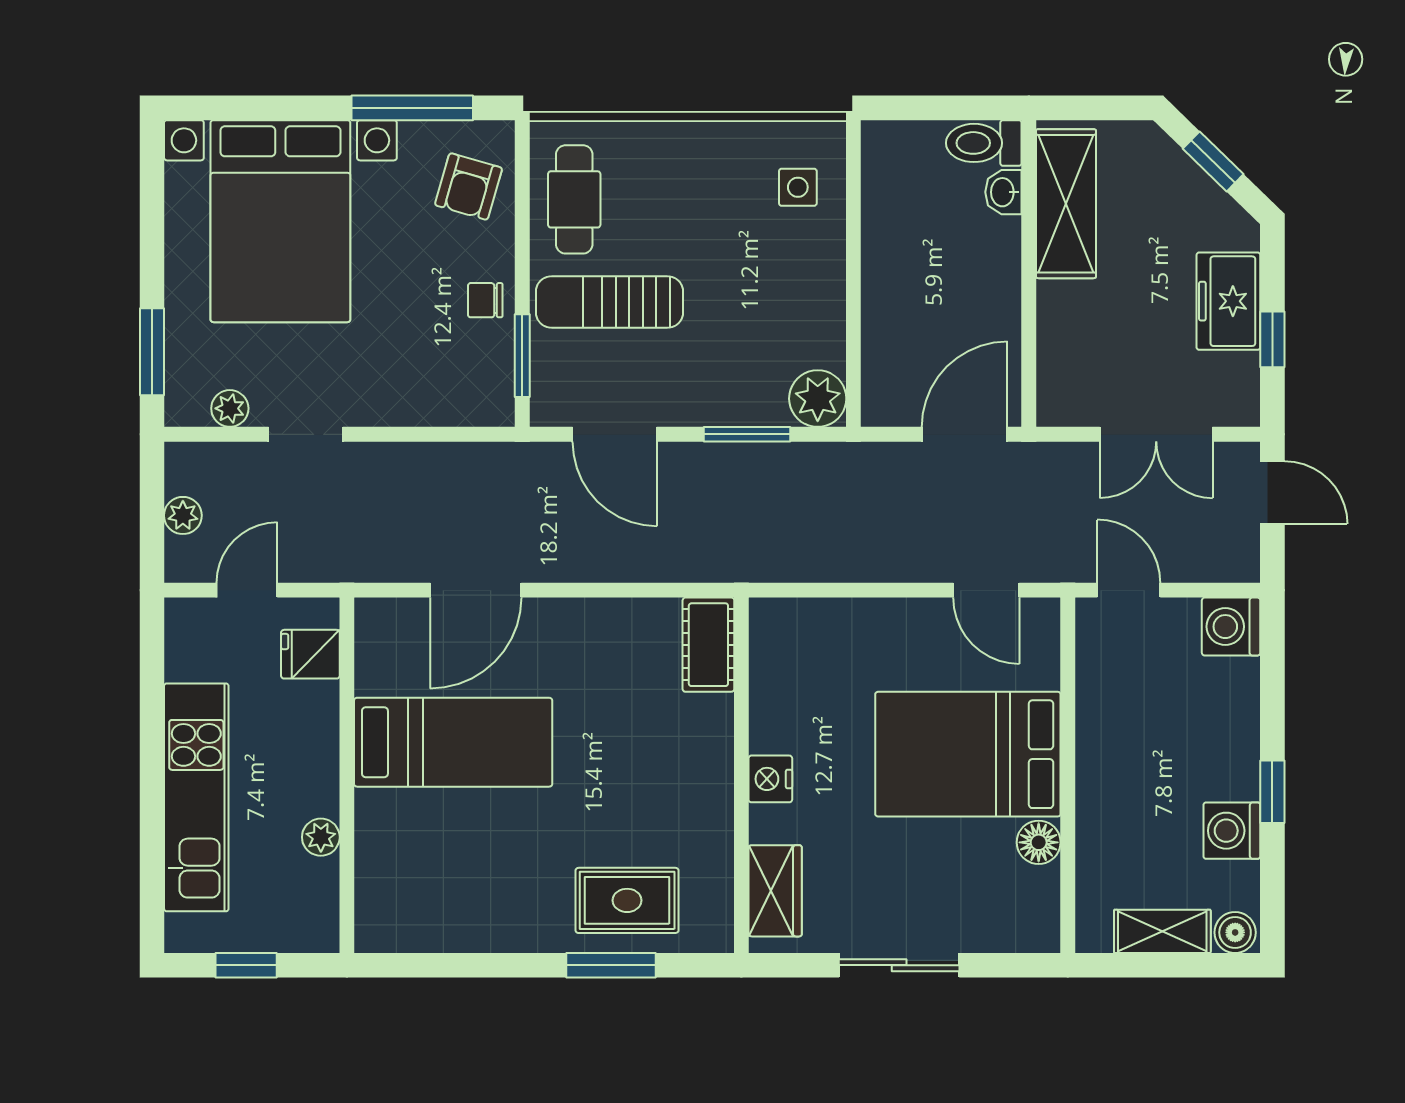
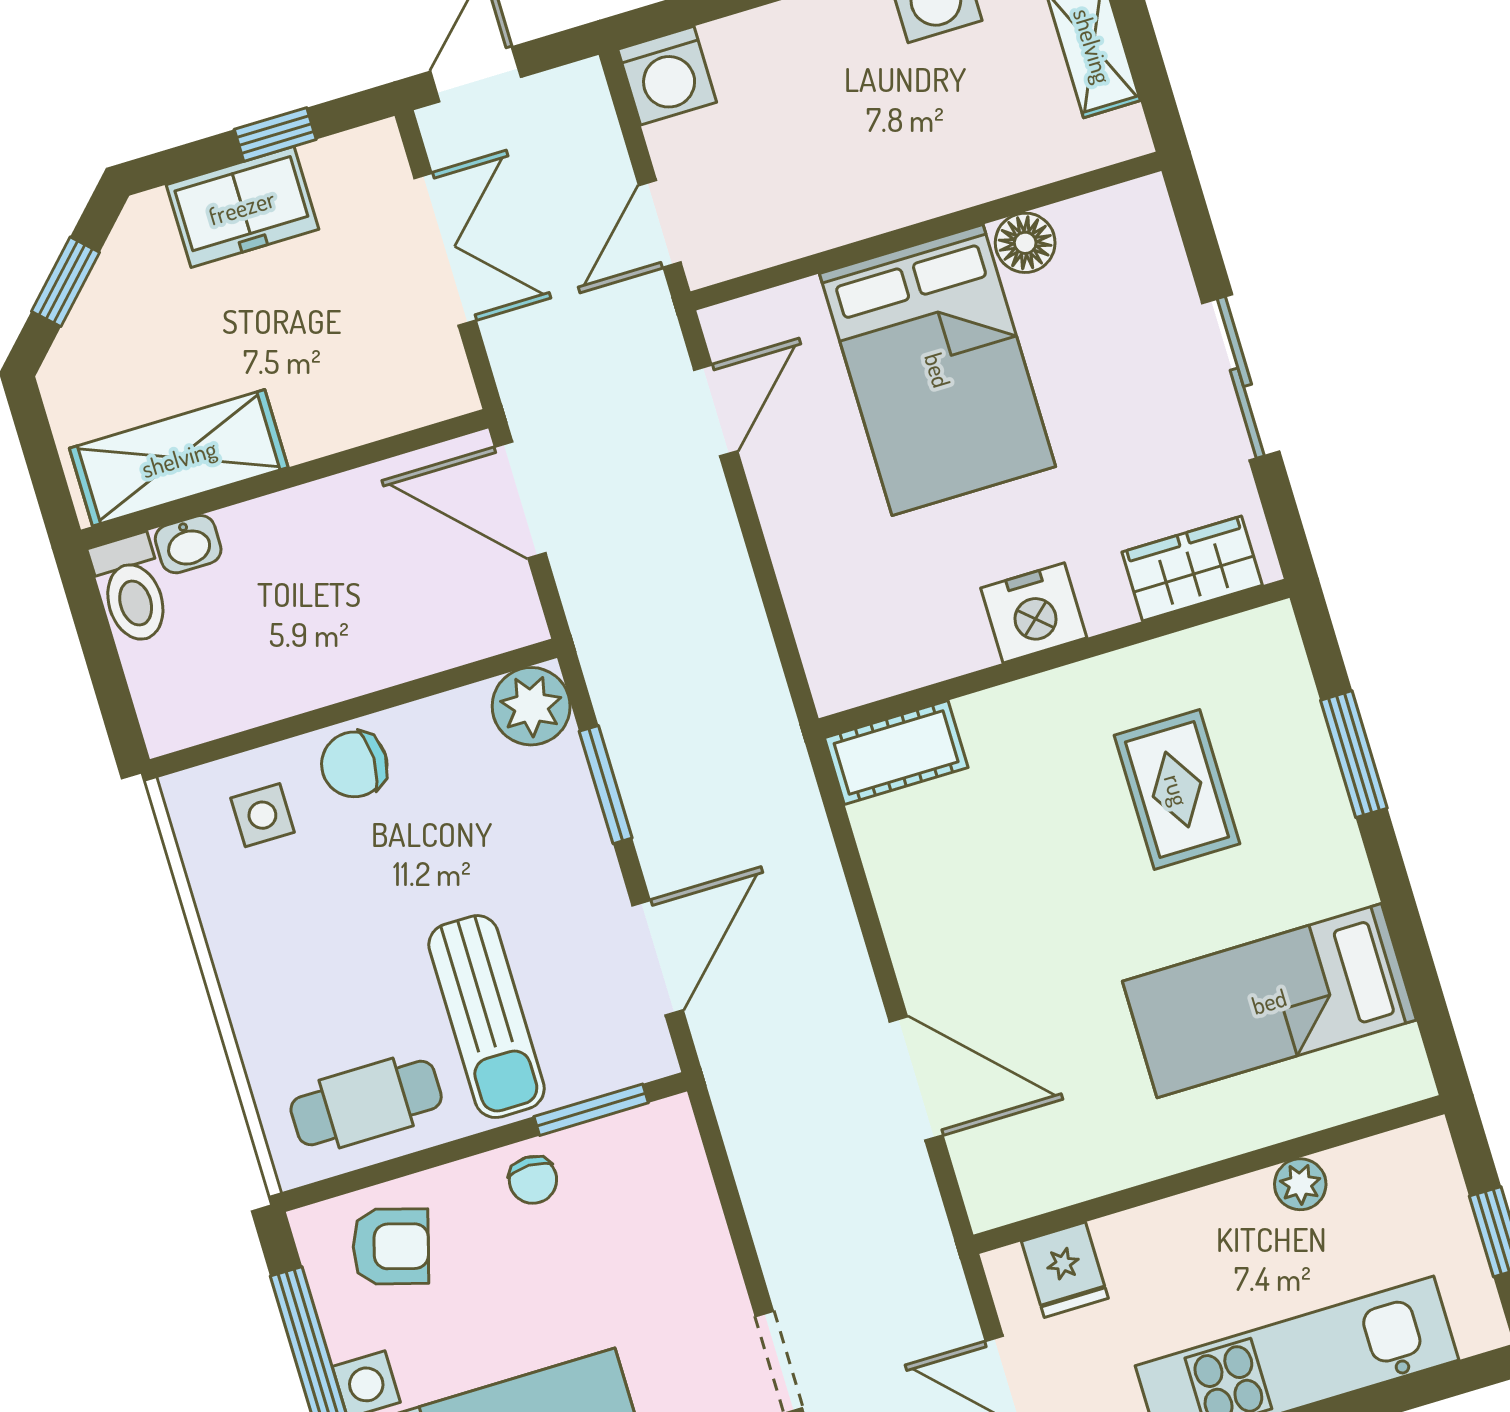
chair: (814, 262) -> (354, 764), added
bed: (453, 742) -> (1269, 1001), moved, turned -90
nightstand: (770, 779) -> (1034, 613), width x1.36, depth x1.33
rug: (627, 900) -> (1177, 790), moved

